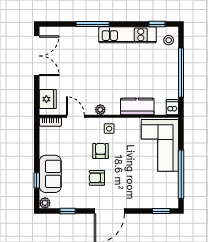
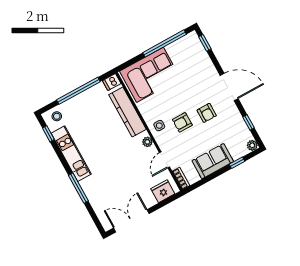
kitchen counter: (137, 106) -> (128, 112), width x1.50
sofa: (50, 174) -> (213, 161), moved

